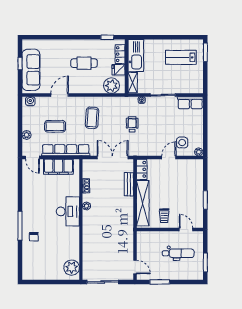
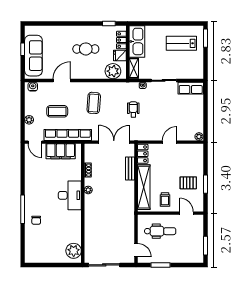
side table: (182, 143) -> (183, 127), removed
pallet: (188, 199) -> (188, 183), added
dental chair: (178, 253) -> (160, 231), moved

